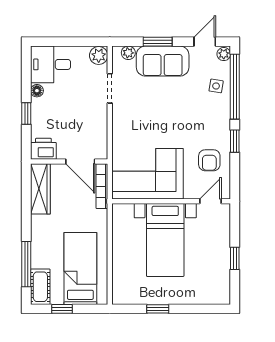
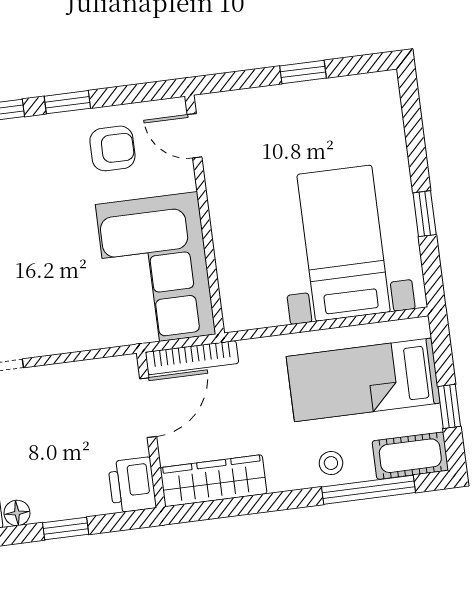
bed with nightstands: (165, 240) -> (344, 243), moved, turned -90
stool: (42, 247) -> (331, 463), added

